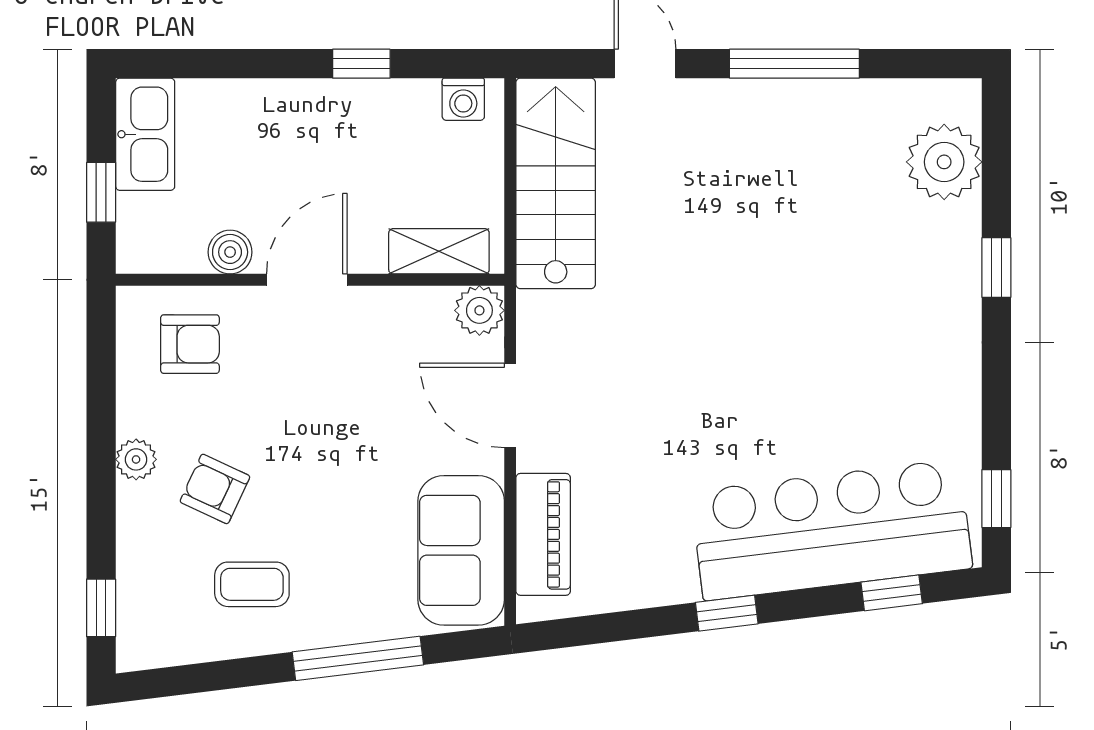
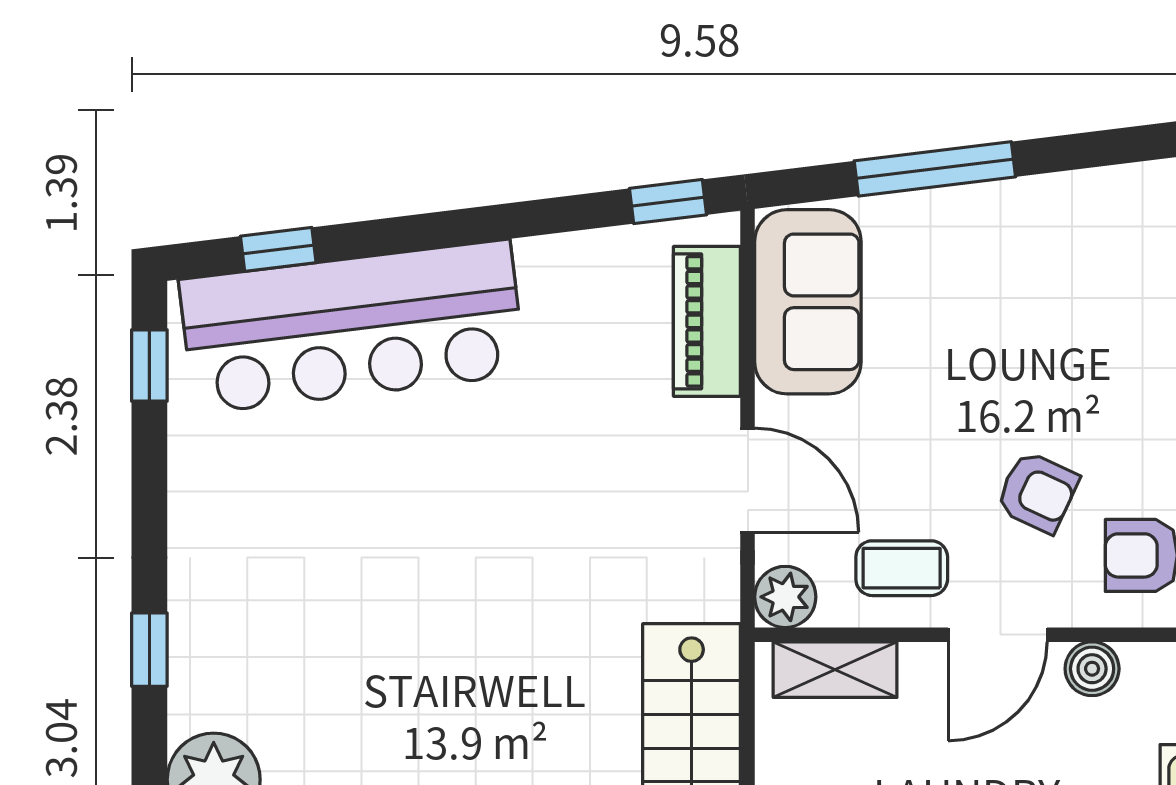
armchair: (215, 489) -> (1037, 492), moved
coffee table: (252, 584) -> (902, 568), moved
window: (727, 613) -> (668, 202), moved

